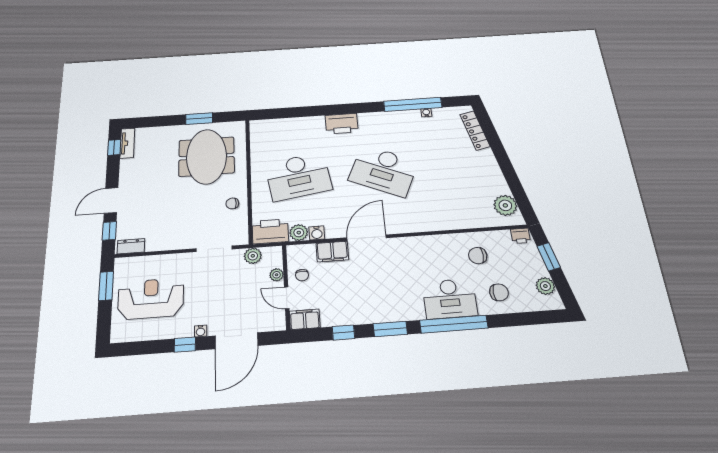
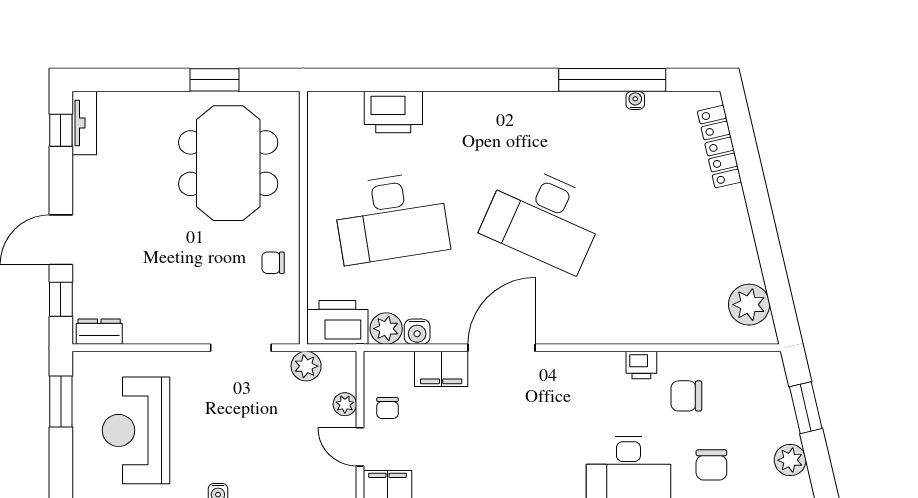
printer: (342, 124) -> (393, 112), moved
printer: (520, 236) -> (641, 365), moved
chair: (499, 292) -> (711, 465), turned 90
reception desk: (151, 299) -> (136, 430), turned -90

